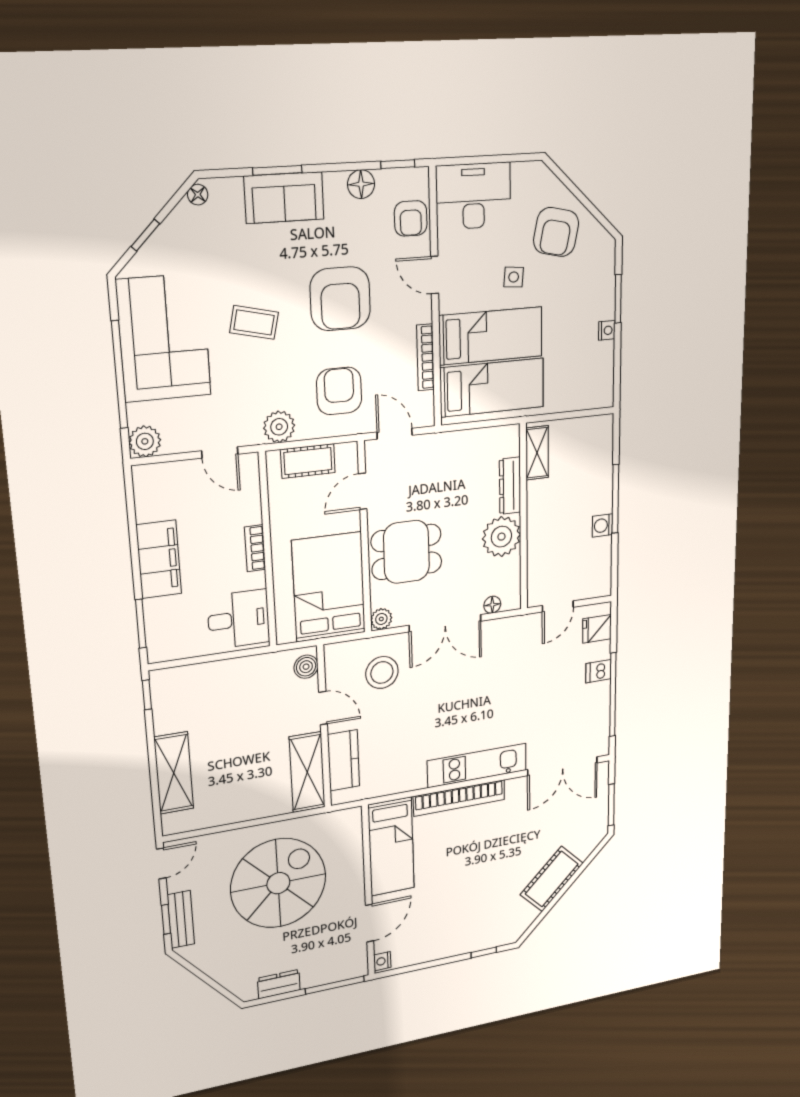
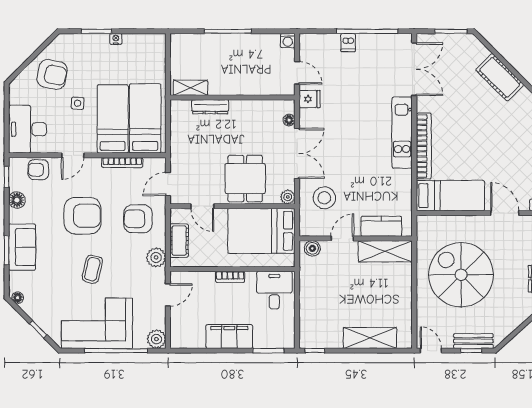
armchair: (411, 218) -> (38, 170), turned 180
washing machine: (602, 525) -> (288, 41), moved
plant: (501, 537) -> (243, 113), removed
fridge: (597, 629) -> (310, 99), moved, turned -90

